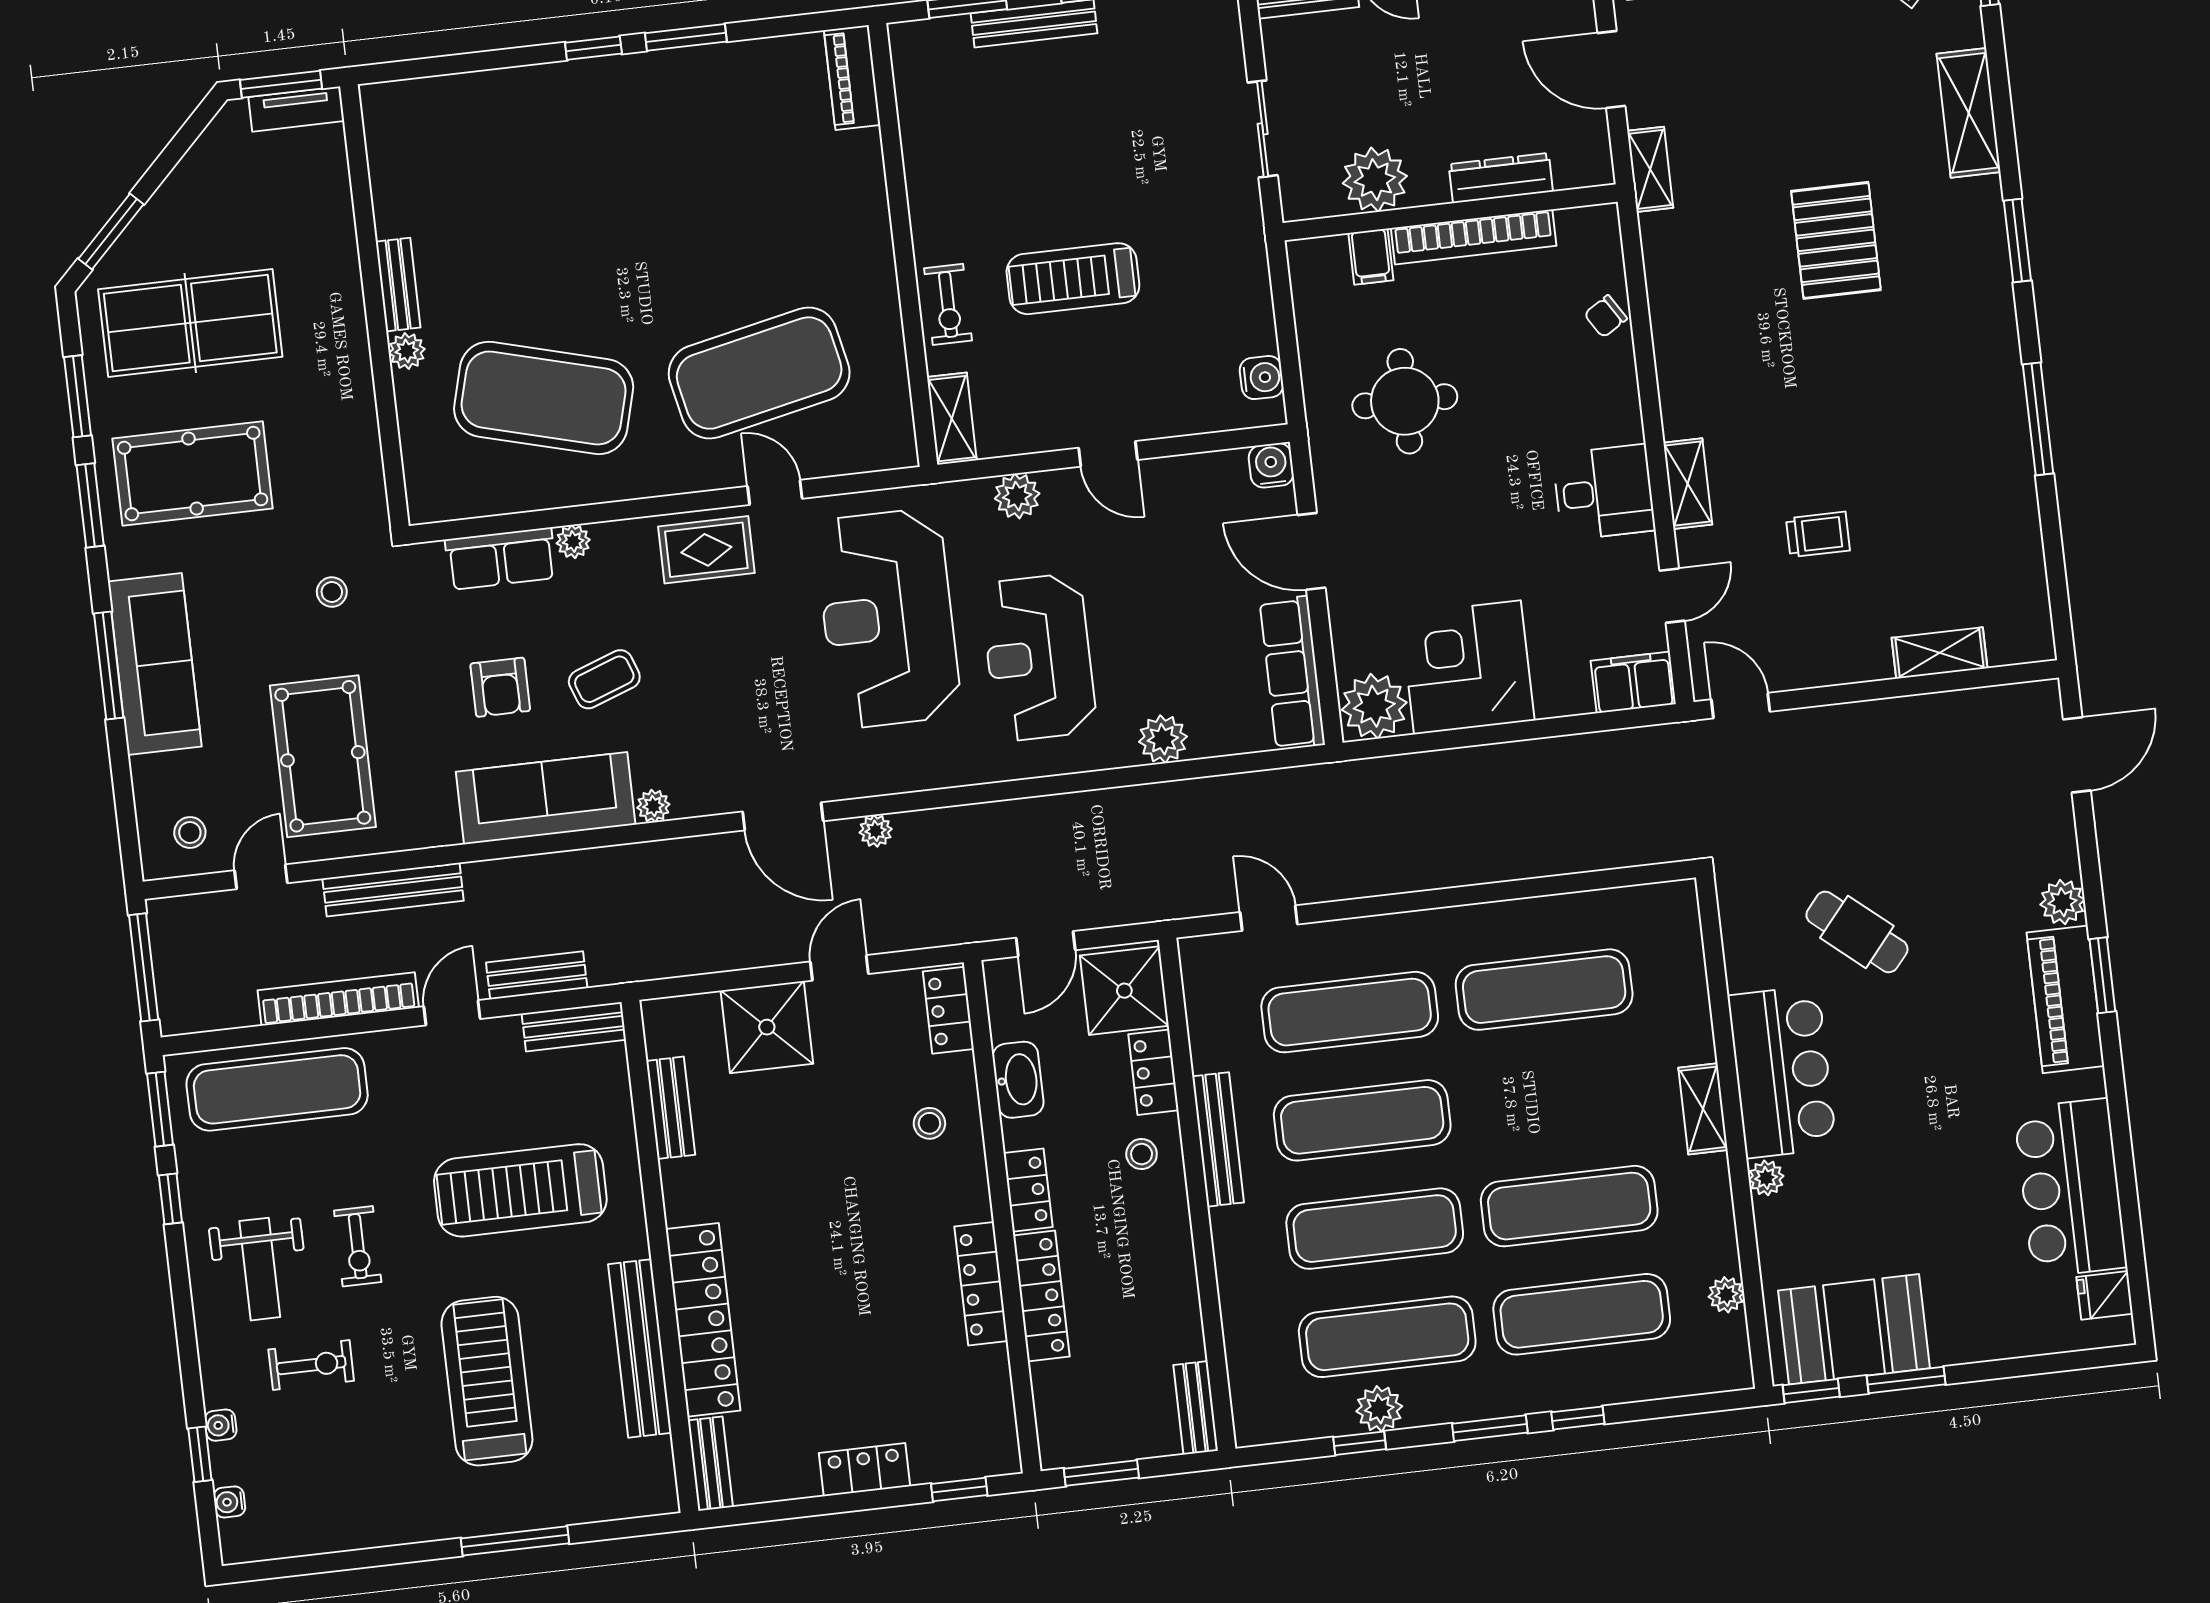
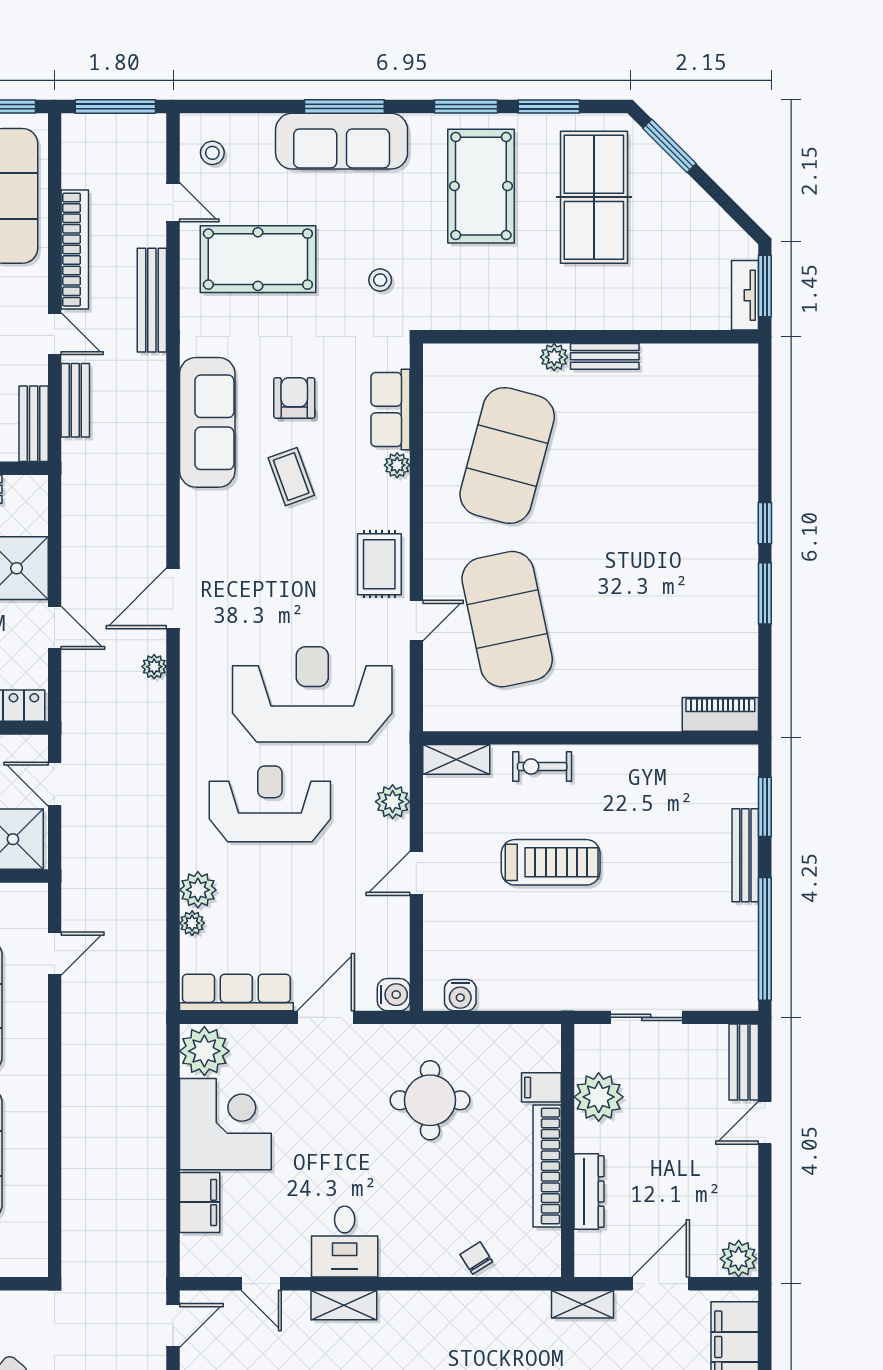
treadmill: (1073, 279) -> (551, 862), turned 90
filing cabinet: (1633, 682) -> (200, 1202), moved
armchair: (500, 687) -> (294, 398), turned 90
plant: (653, 806) -> (192, 923), moved

